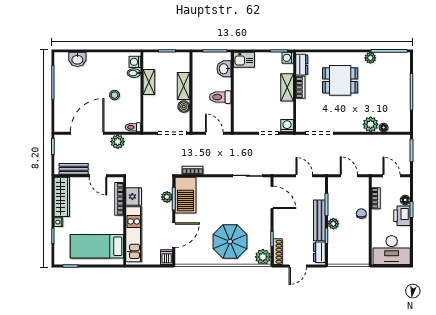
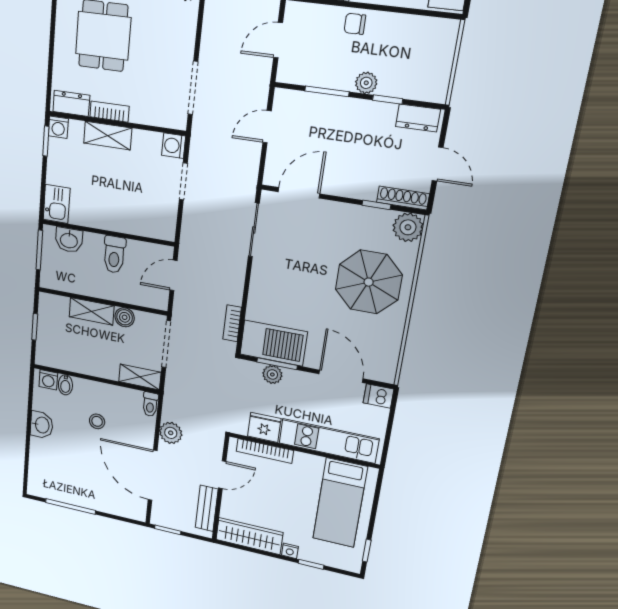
washbasin: (77, 59) -> (42, 425), moved
shelving: (149, 82) -> (140, 377), moved
bench: (319, 220) -> (355, 109), removed

